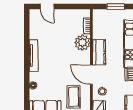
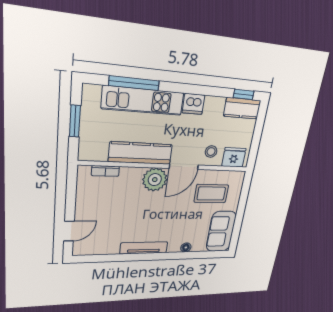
plant: (82, 43) -> (155, 180), moved
kitchen counter: (99, 52) -> (141, 153), width x1.50

